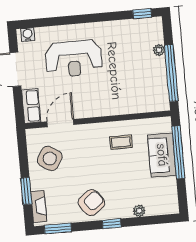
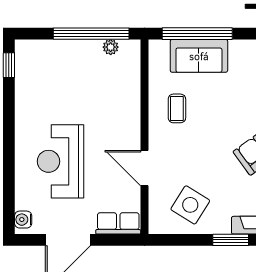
plant: (159, 50) -> (111, 47), moved
reception desk: (74, 59) -> (61, 161), turned 180
door: (60, 123) -> (145, 168), moved

